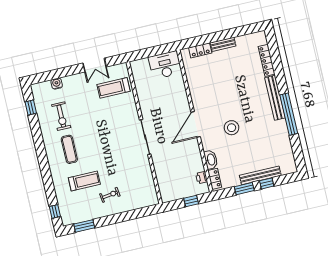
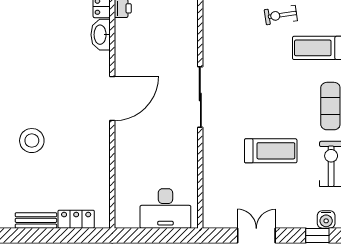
desk: (165, 65) -> (165, 208), moved
window: (60, 73) -> (317, 235), added
treadmill: (113, 88) -> (271, 151), moved
stool: (232, 128) -> (32, 141), moved

